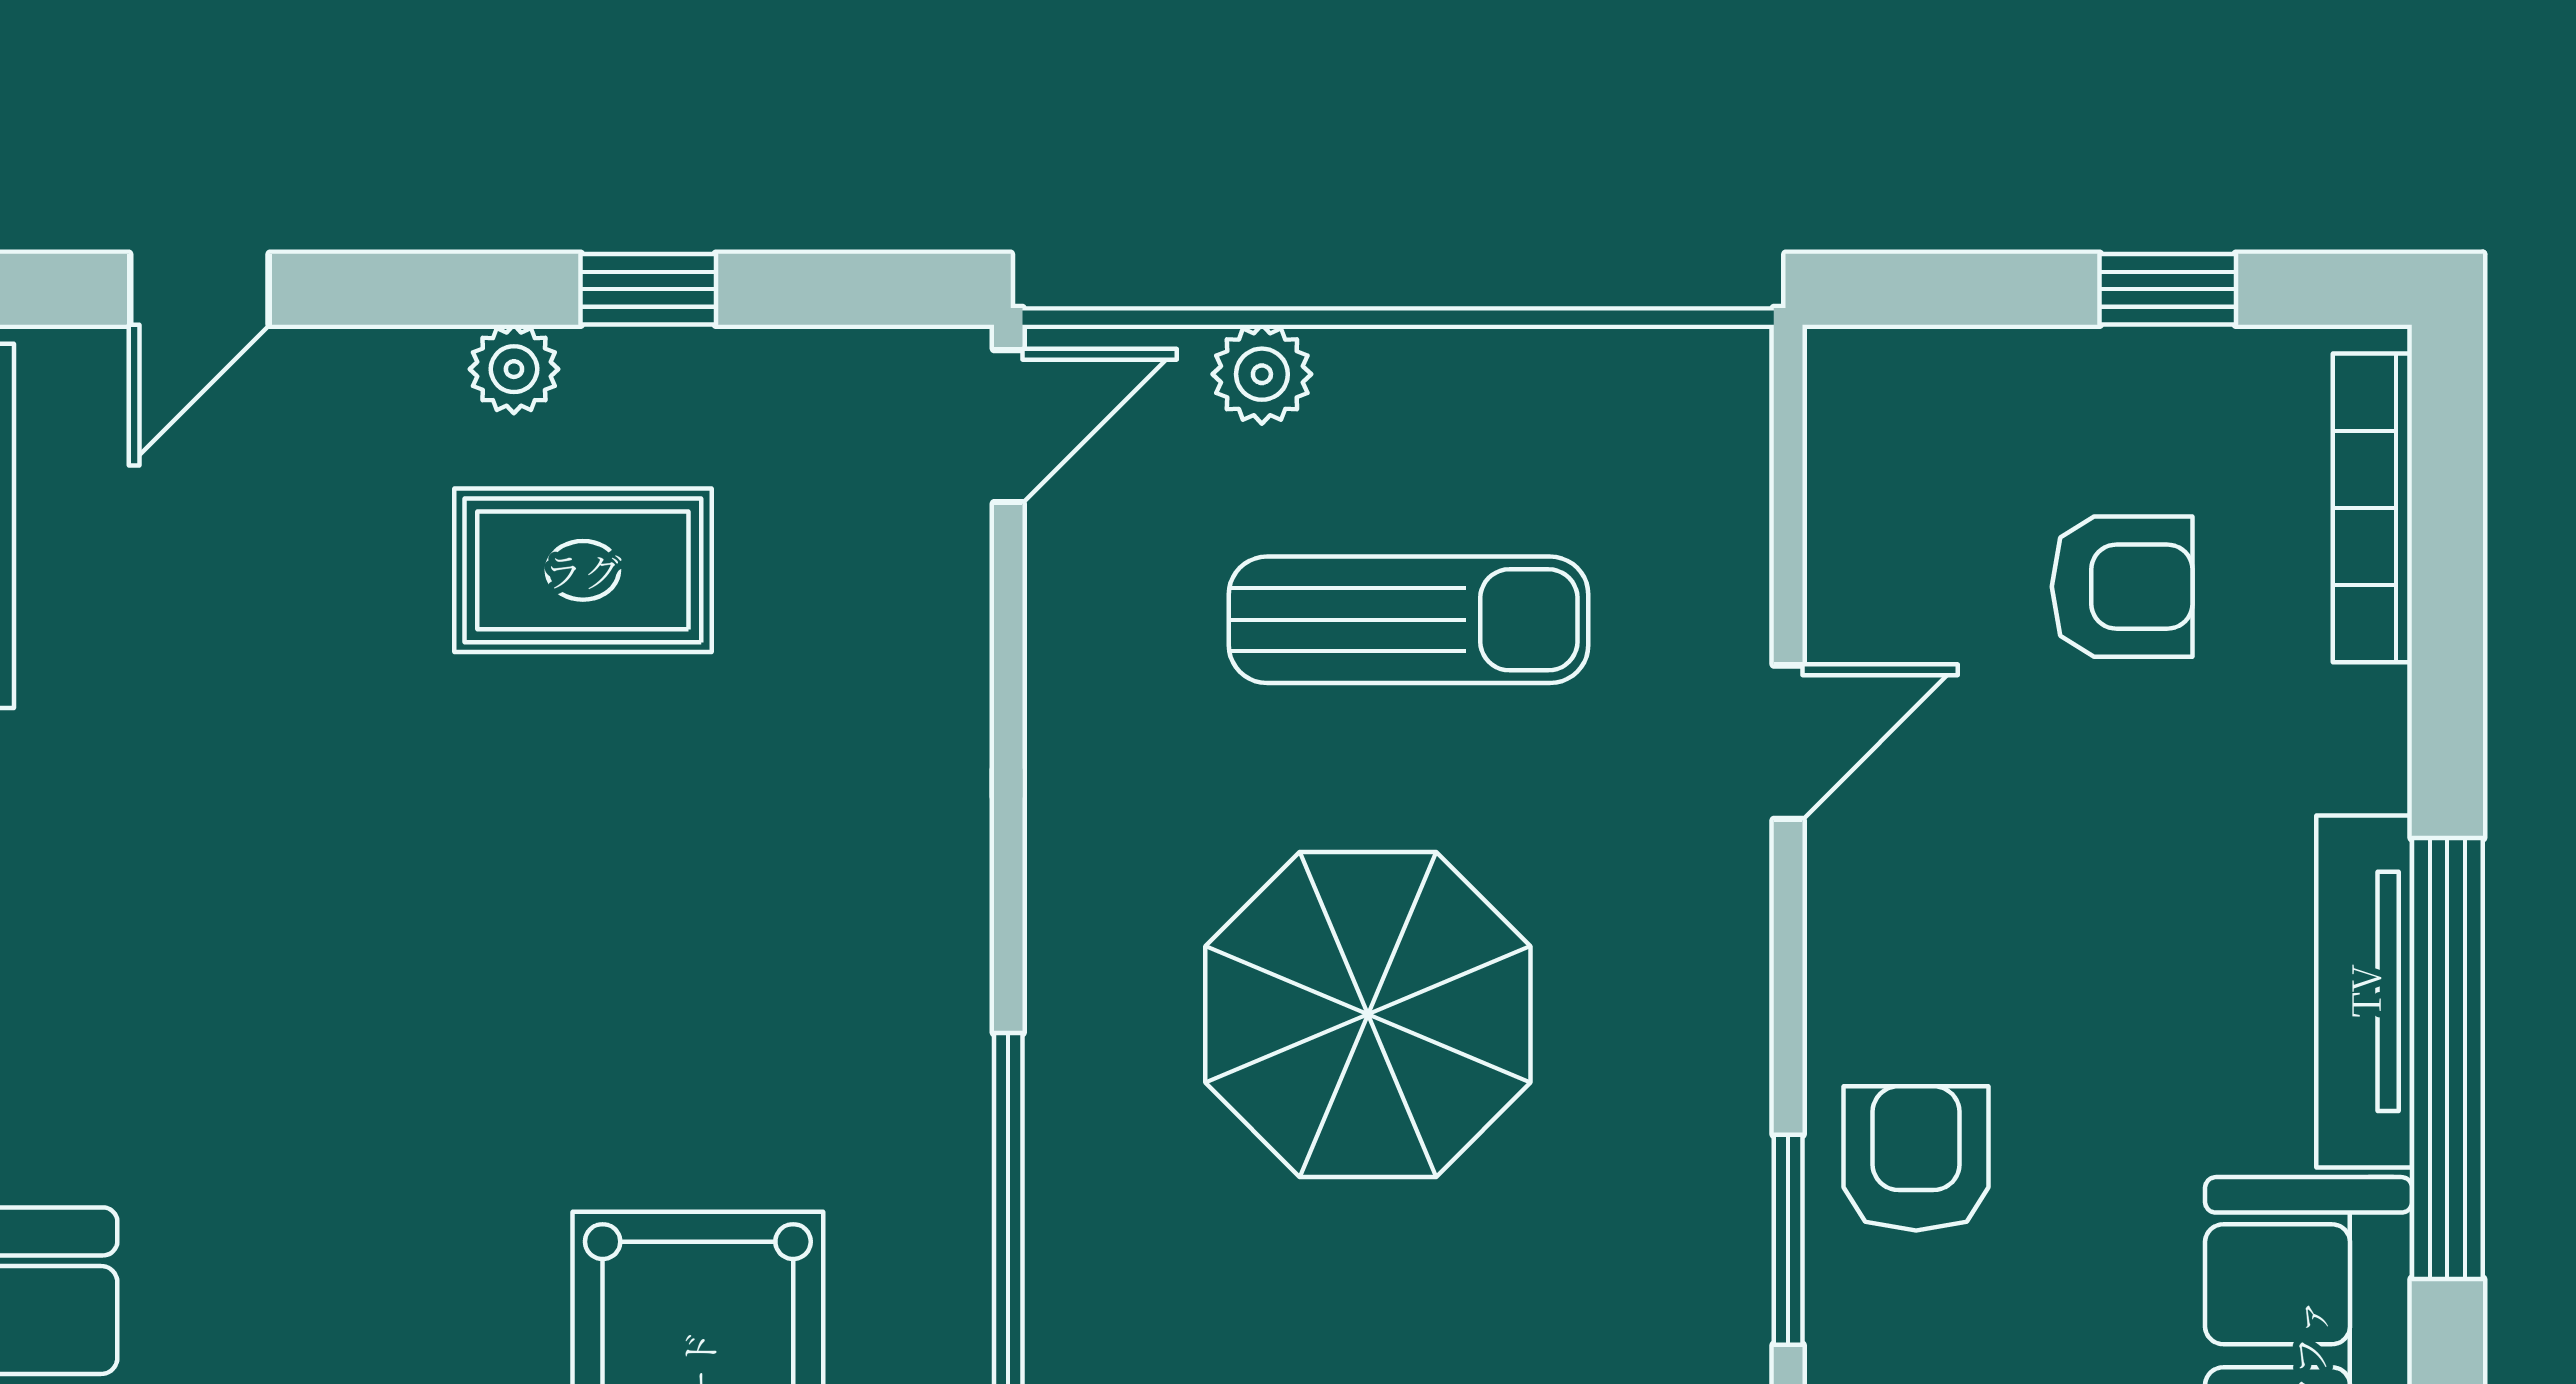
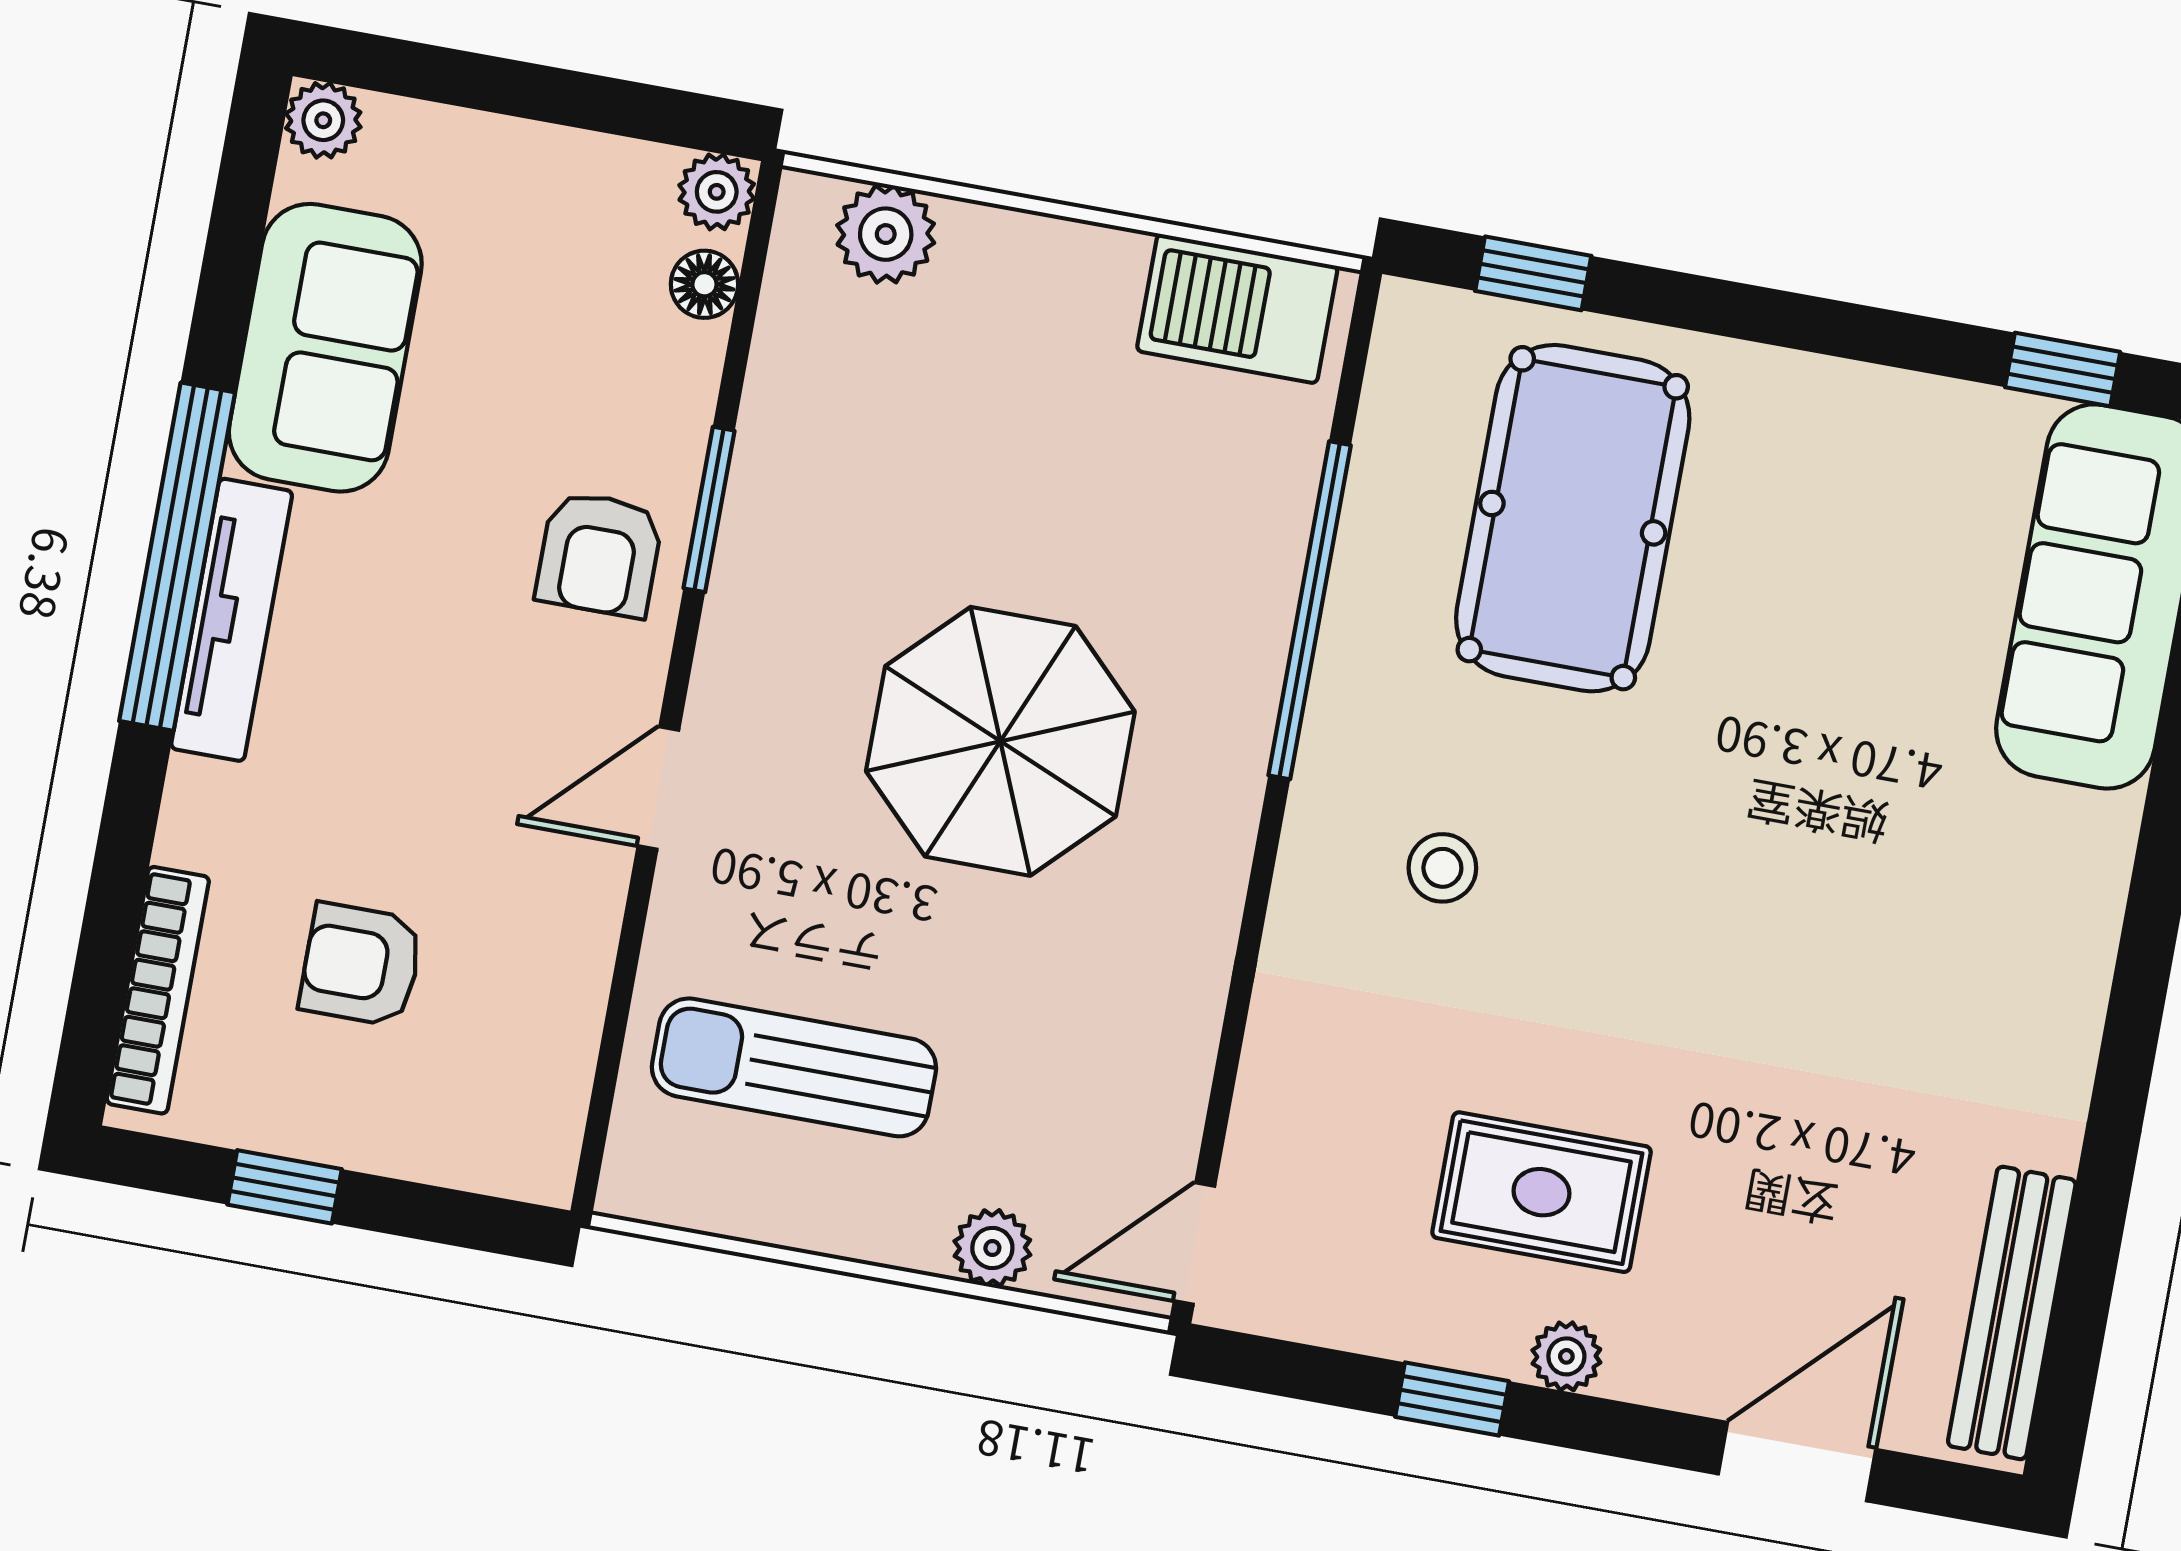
door: (199, 289) -> (1797, 1462), width x1.38
sun lounger: (1409, 620) -> (794, 1067), moved
door: (1788, 742) -> (658, 788), moved
stool: (782, 956) -> (1442, 868), added

